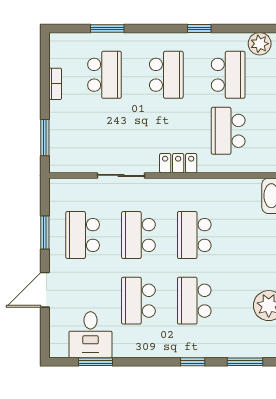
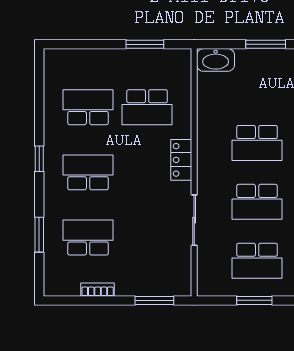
window: (199, 29) -> (39, 159), moved
plant: (260, 44) -> (55, 74), removed

